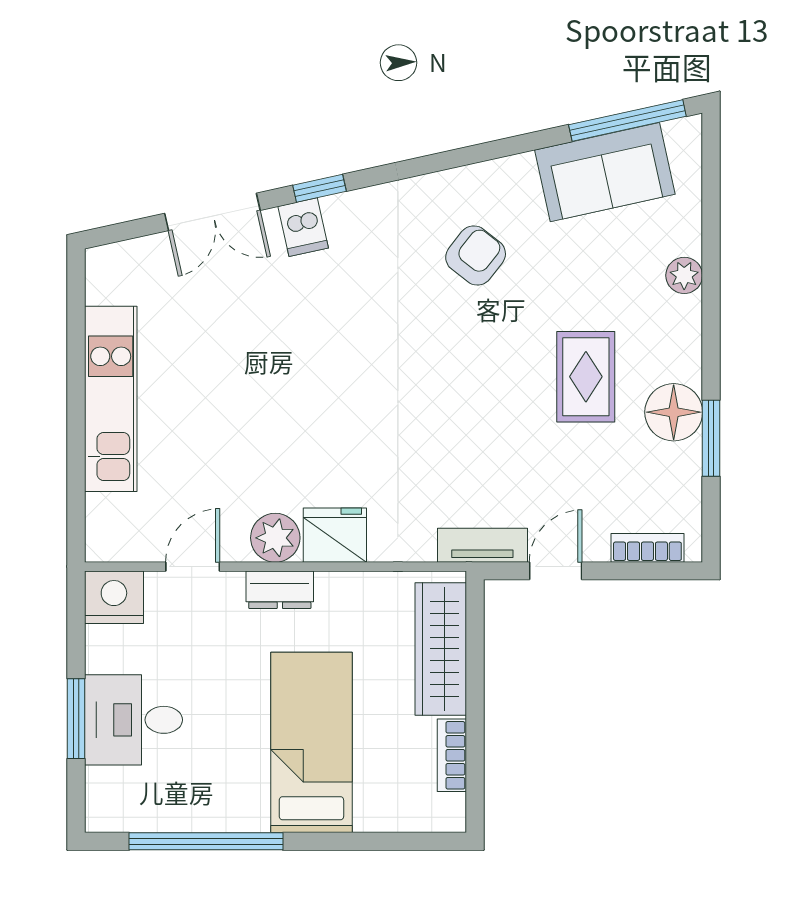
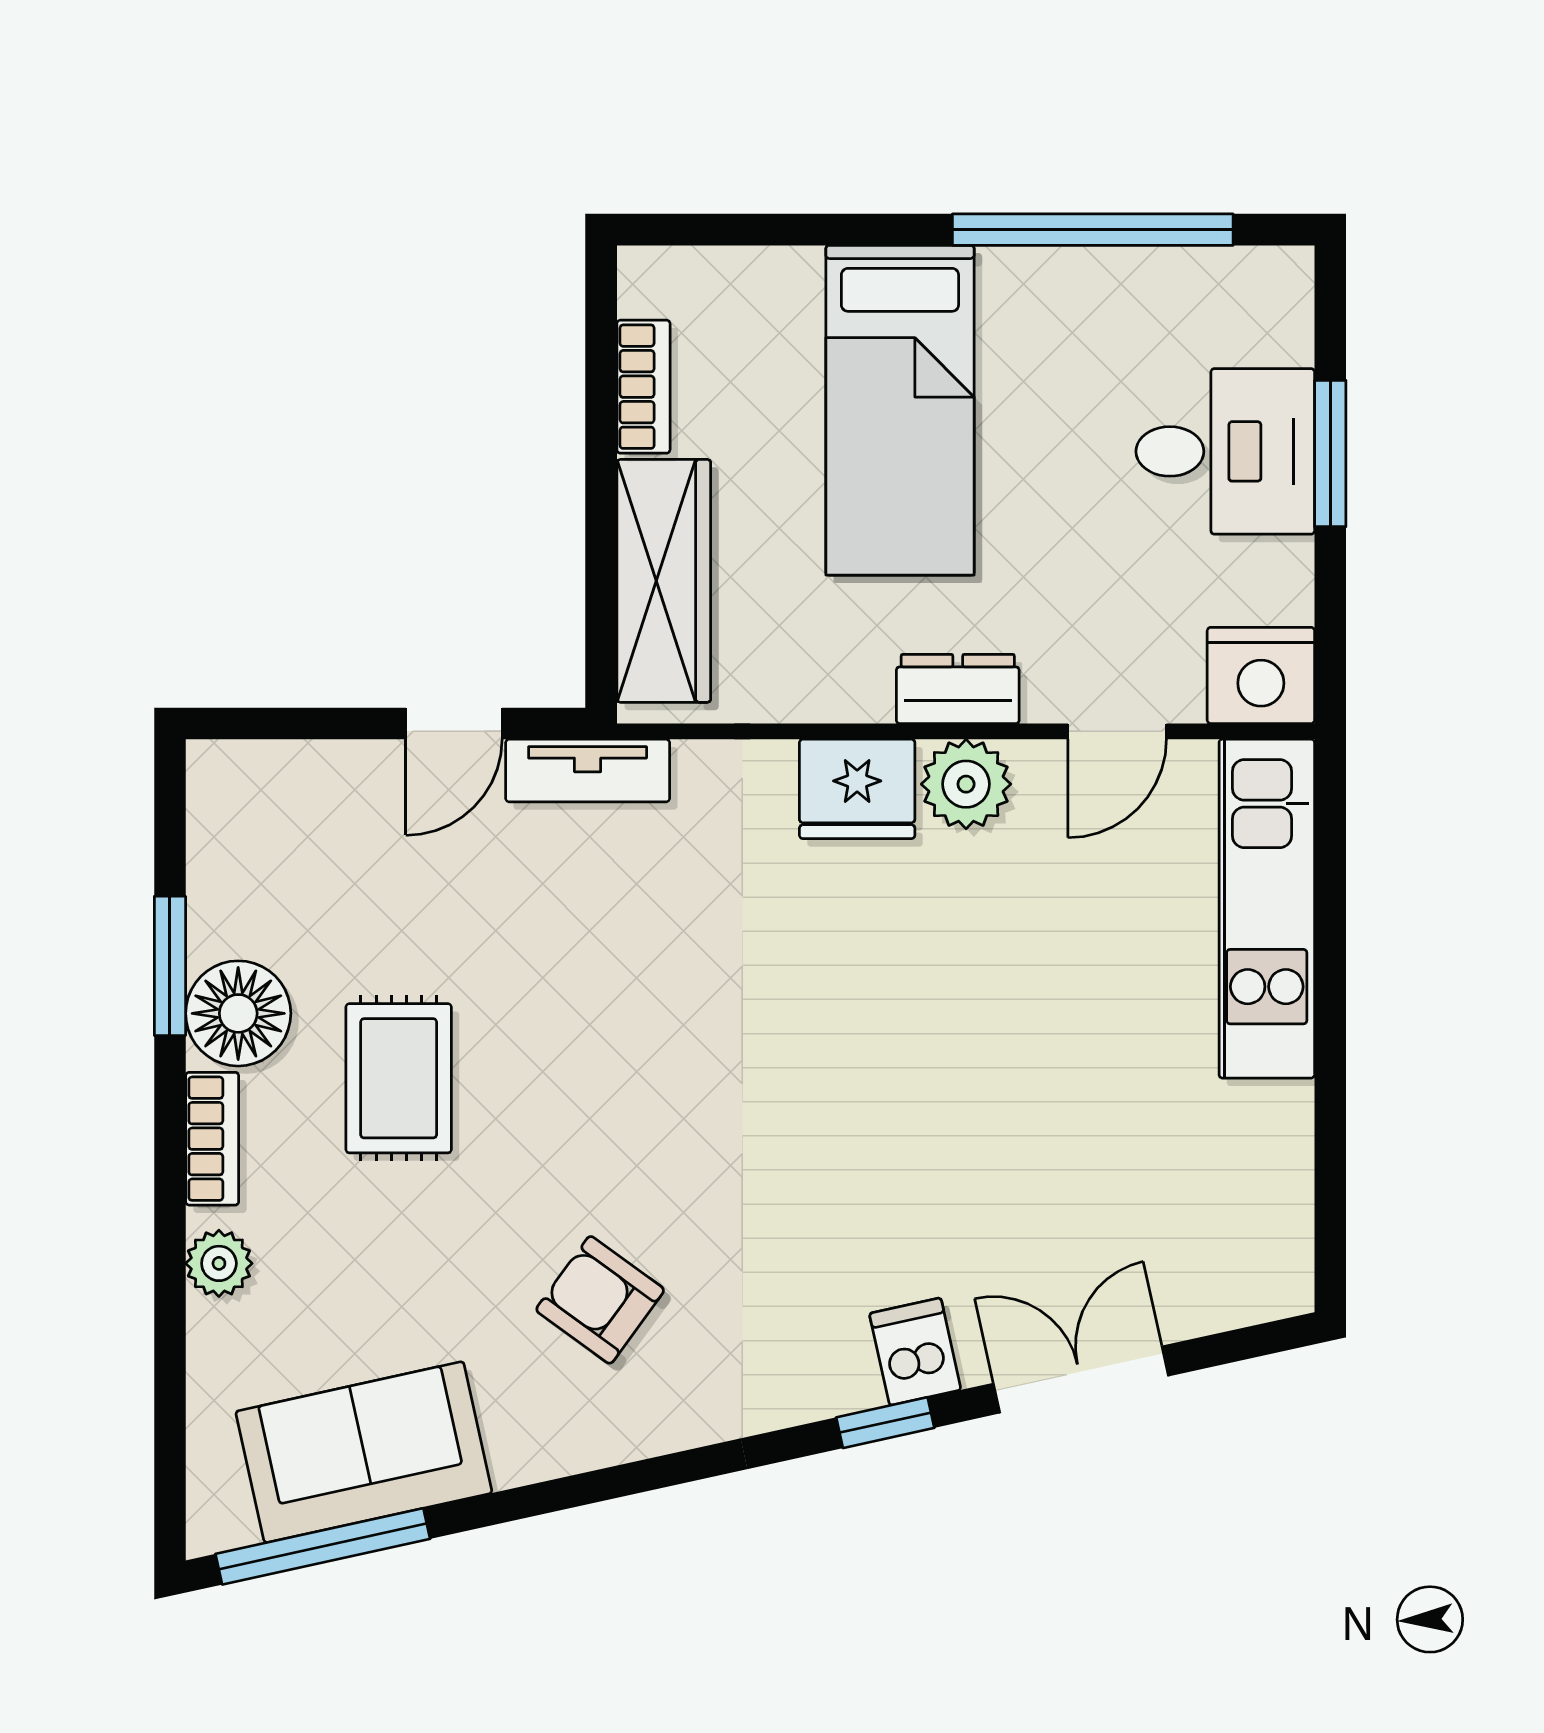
armchair: (476, 255) -> (600, 1300), turned 88
kitchen unit: (111, 399) -> (1267, 909), moved
bookcase: (647, 548) -> (212, 1139), moved, turned -90

